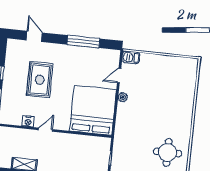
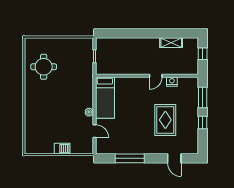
barbecue: (131, 57) -> (62, 149), moved
door: (119, 76) -> (94, 131), hinge flipped
bed: (93, 110) -> (105, 98), width x0.49

